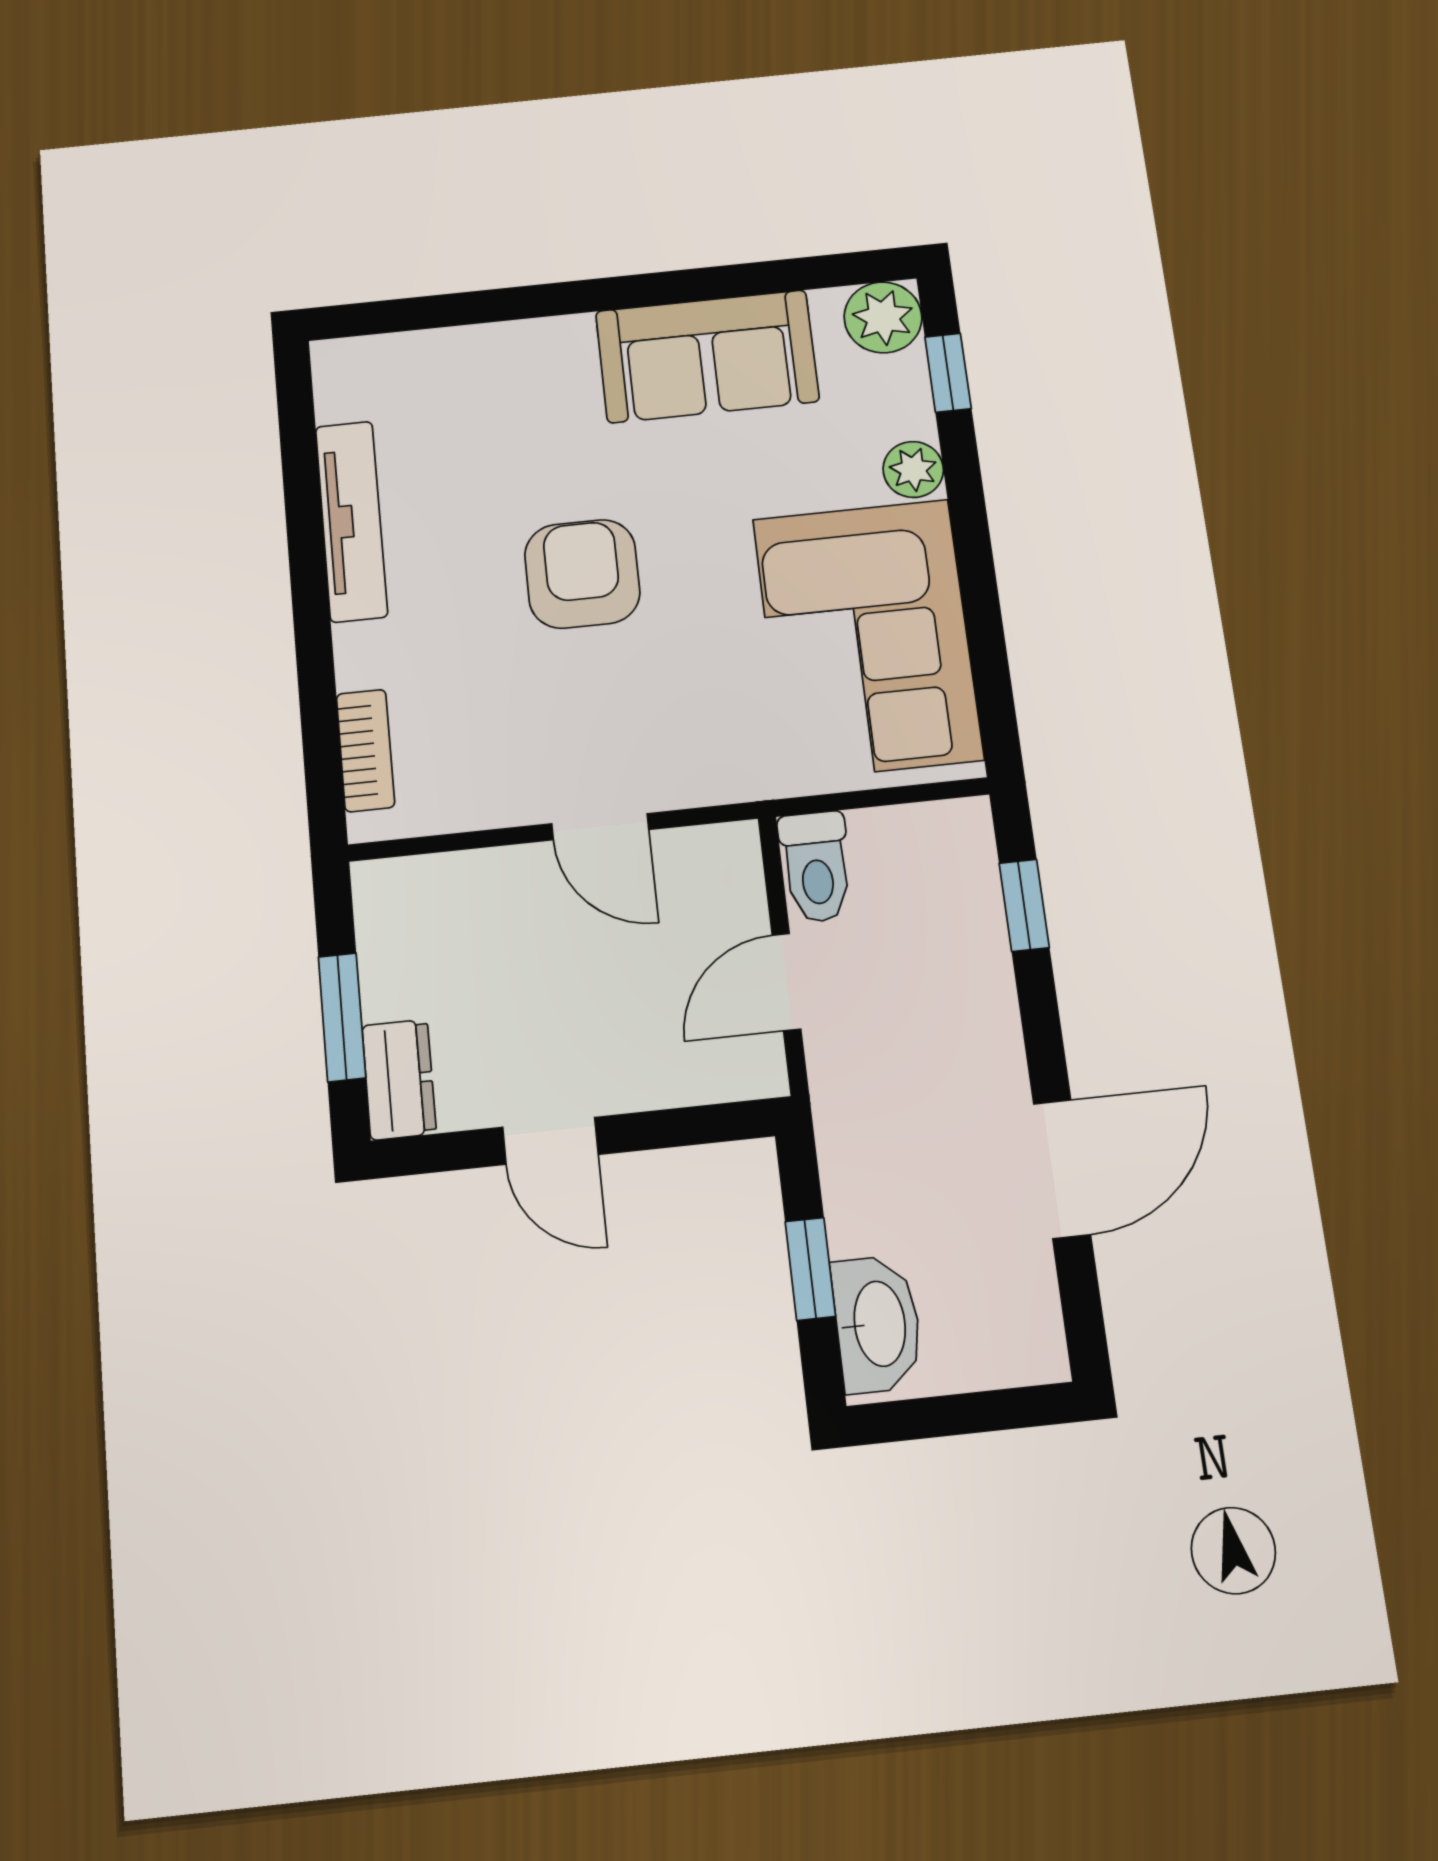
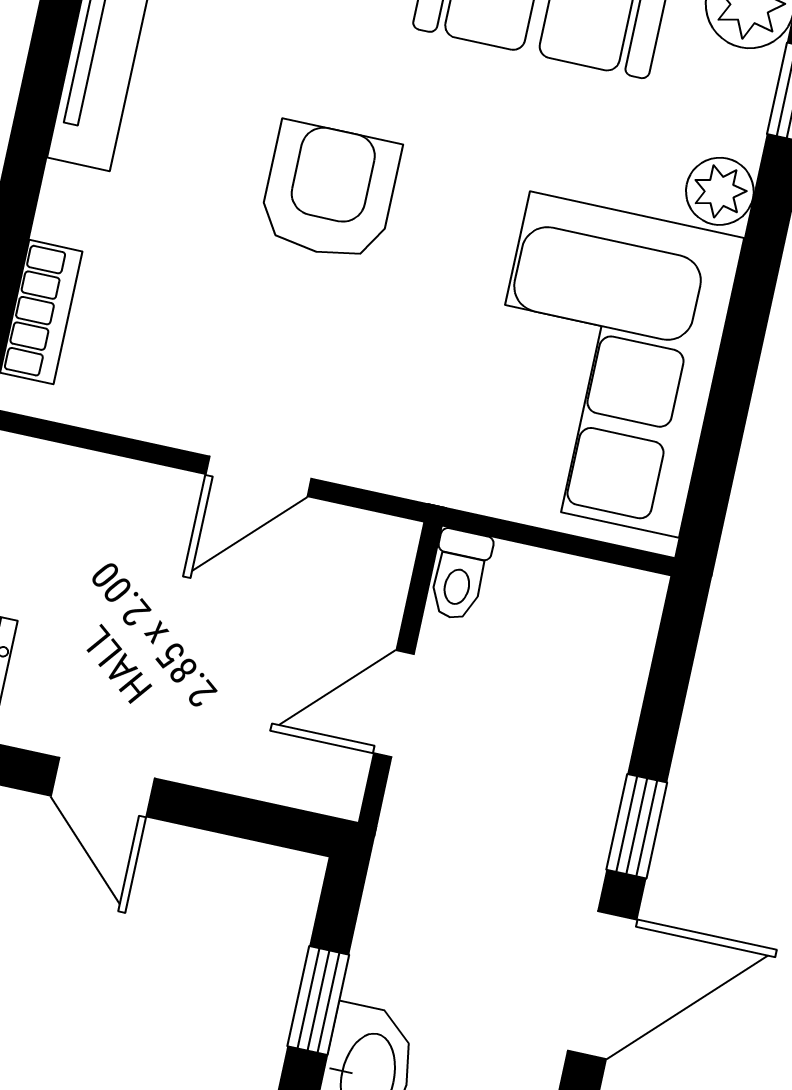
door: (600, 827) -> (258, 476), hinge flipped
toilet: (816, 867) -> (459, 575), width x0.73, depth x0.72
window: (1024, 905) -> (637, 826), moved

